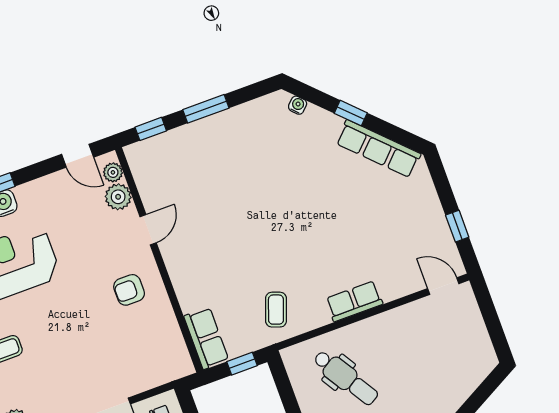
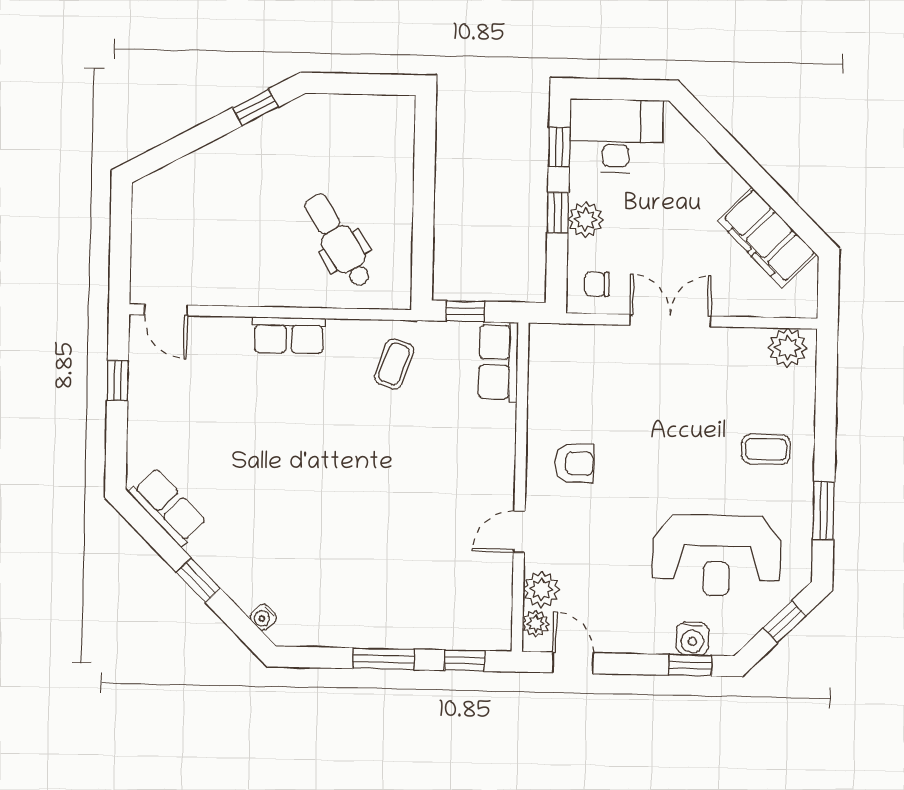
row of seats: (378, 149) -> (168, 507), width x0.68

